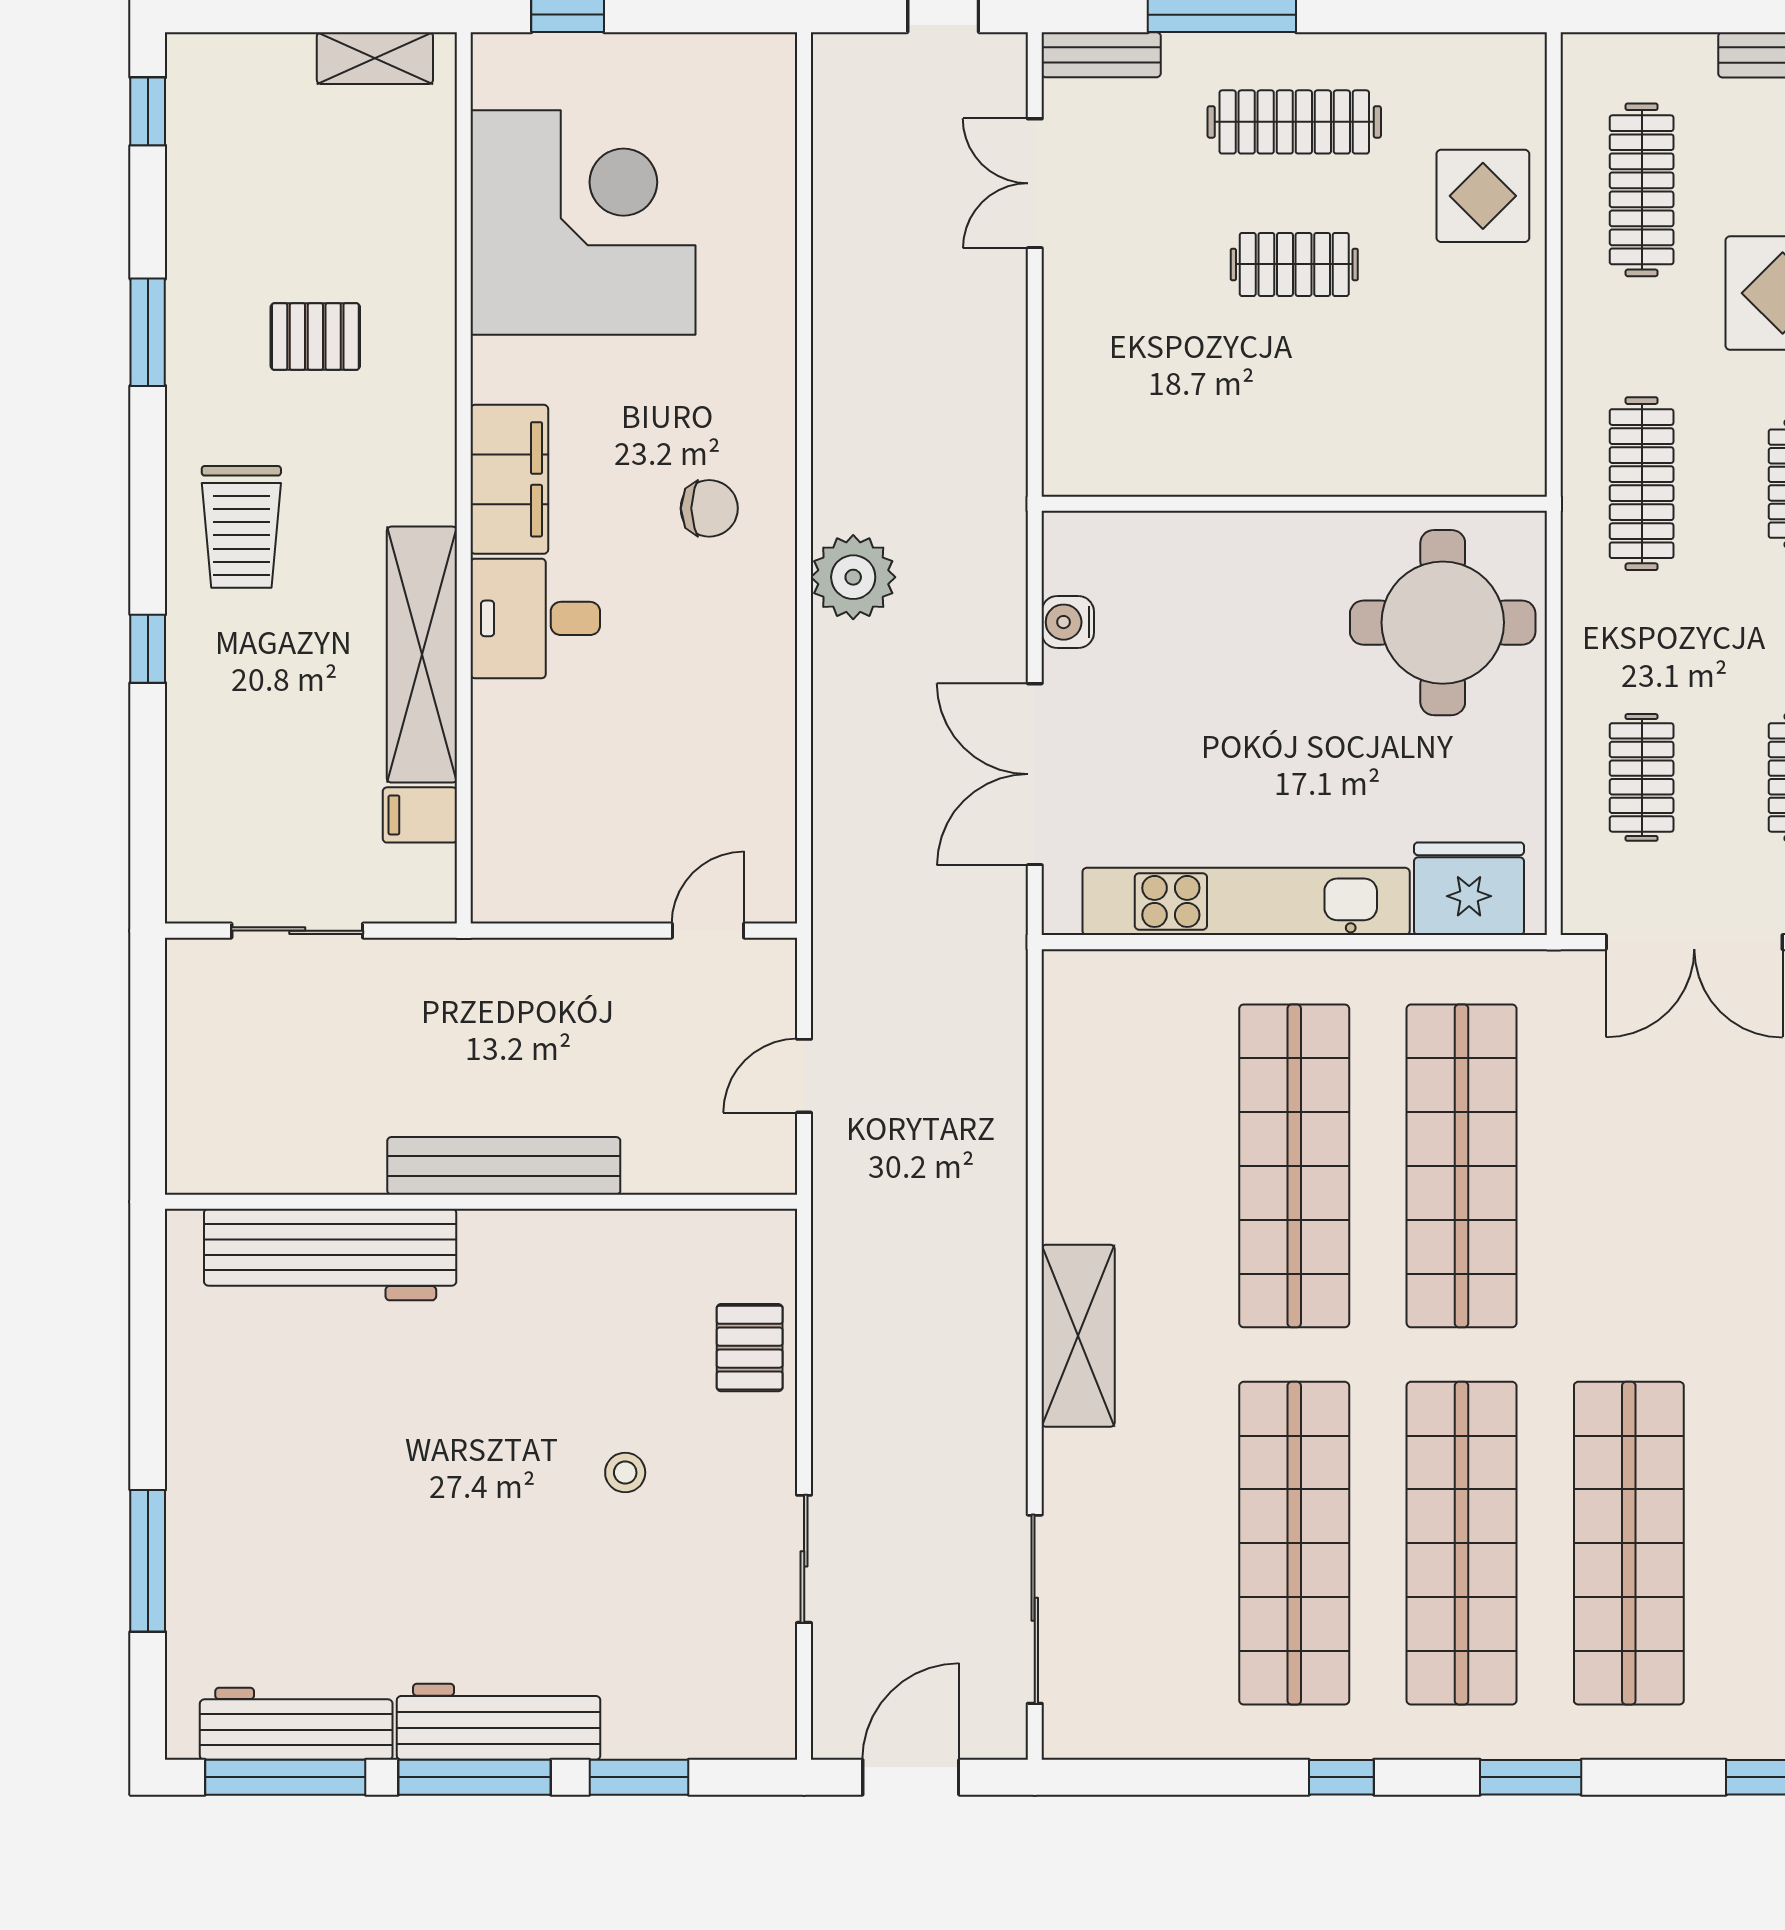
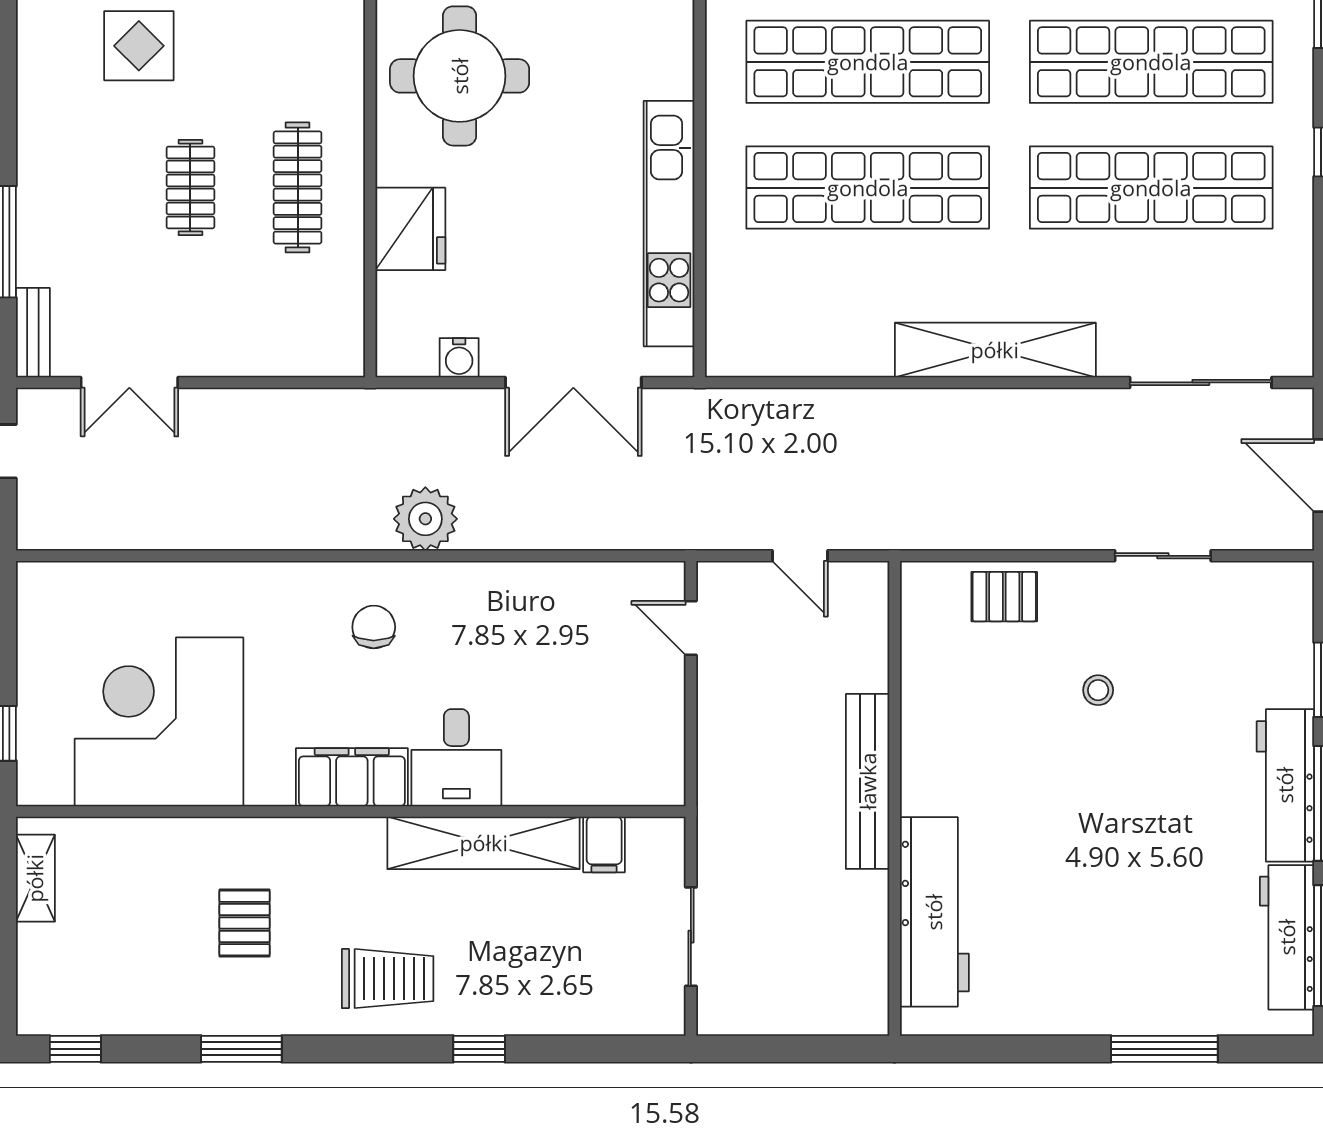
clothes rail: (1294, 122) -> (298, 187), moved
fridge: (1469, 889) -> (410, 229), moved, turned 180
shelving: (1078, 1336) -> (995, 350), width x1.47

